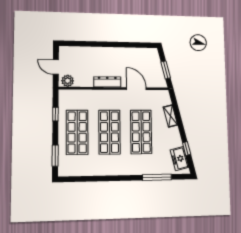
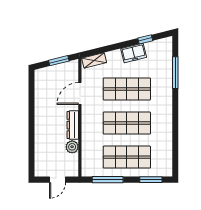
plant: (68, 81) -> (72, 147), moved
window: (55, 114) -> (108, 180), width x2.17
shelving: (170, 116) -> (94, 60), moved
freezer: (179, 159) -> (134, 53), moved

